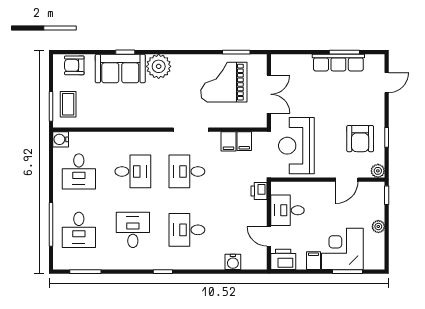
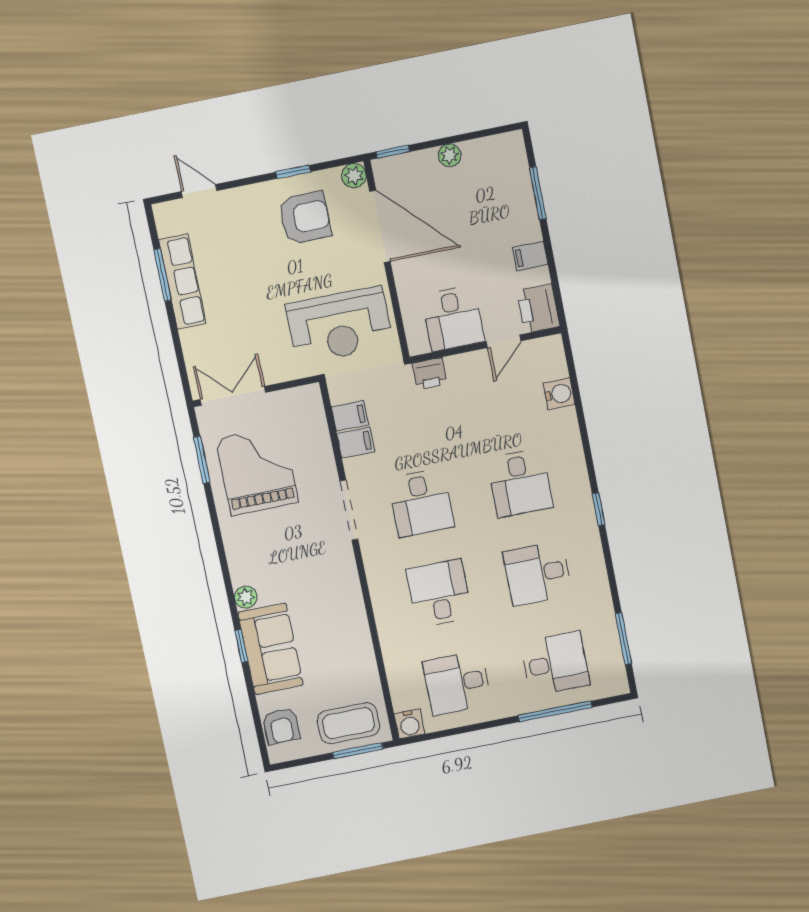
plant: (159, 66) -> (246, 597), width x0.53, depth x0.53
grand piano: (224, 82) -> (257, 471), turned 180
double door: (269, 94) -> (233, 396), moved
coffee table: (68, 104) -> (348, 723), width x1.36, depth x1.30
desk: (79, 171) -> (457, 683), turned 180
door: (347, 180) -> (380, 226), width x1.87
corner desk: (342, 249) -> (500, 210), removed

